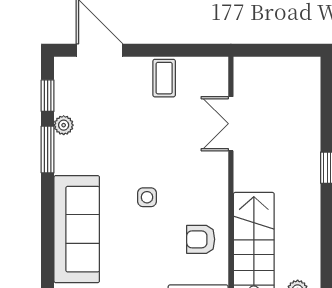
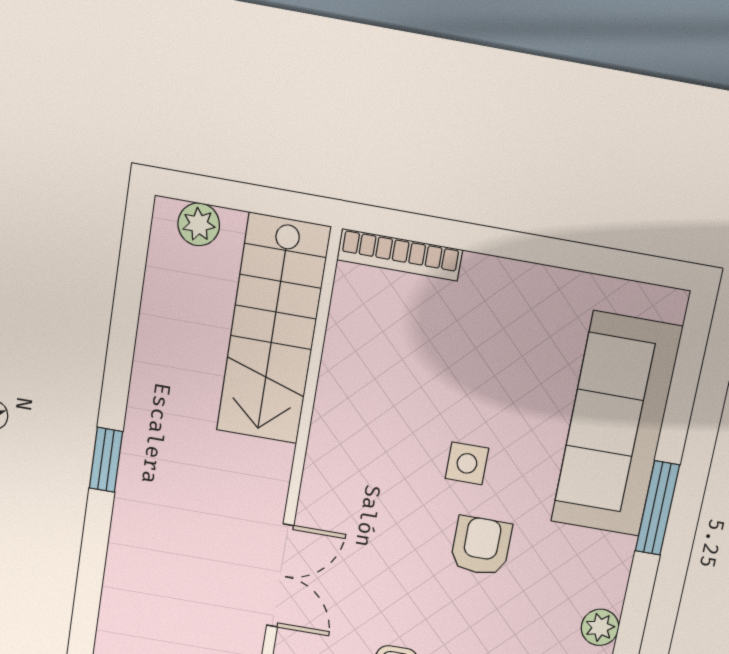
window: (48, 150) -> (657, 508), moved
armchair: (201, 239) -> (481, 546), moved, turned -90

